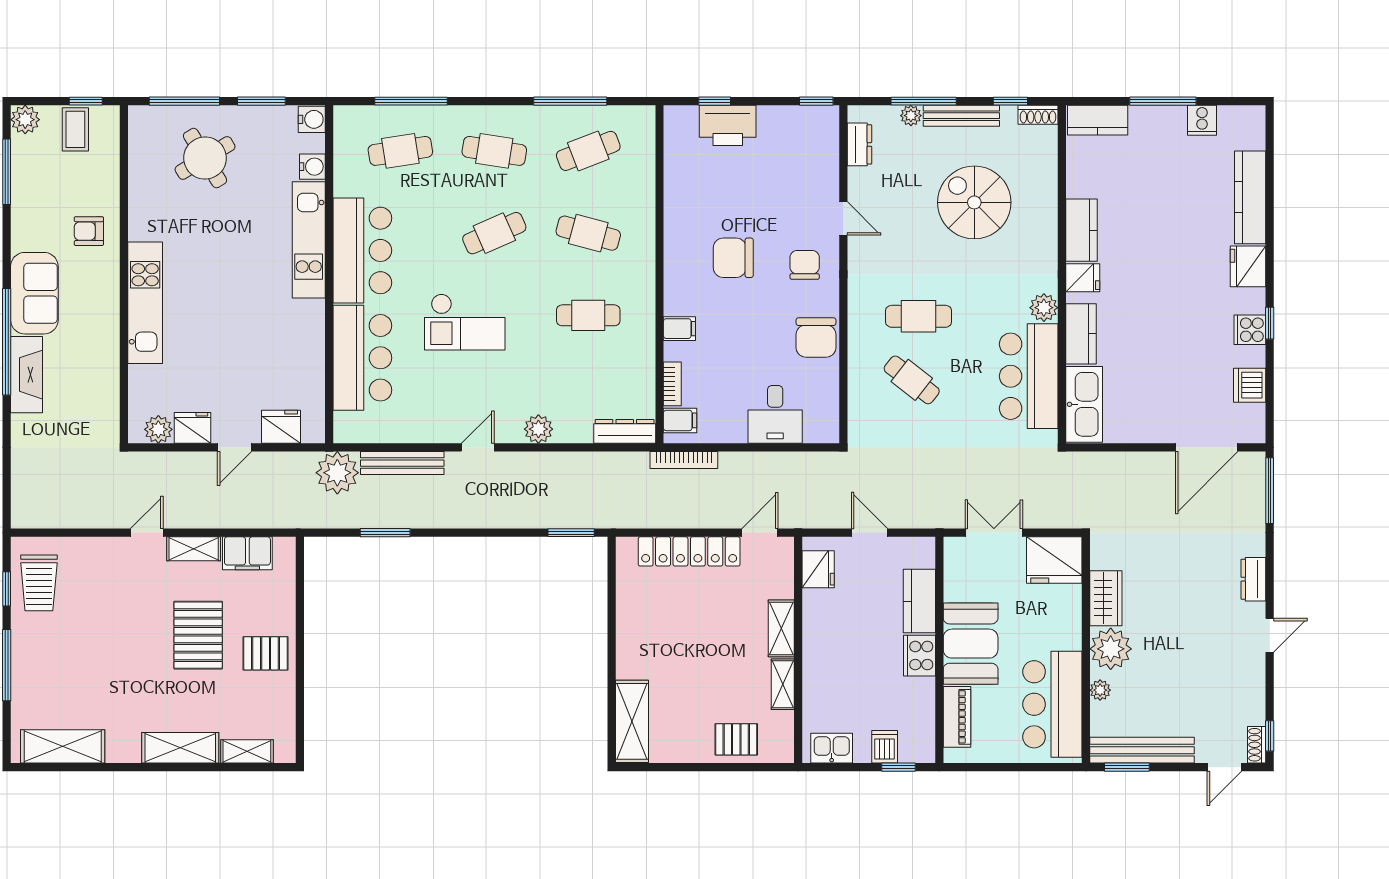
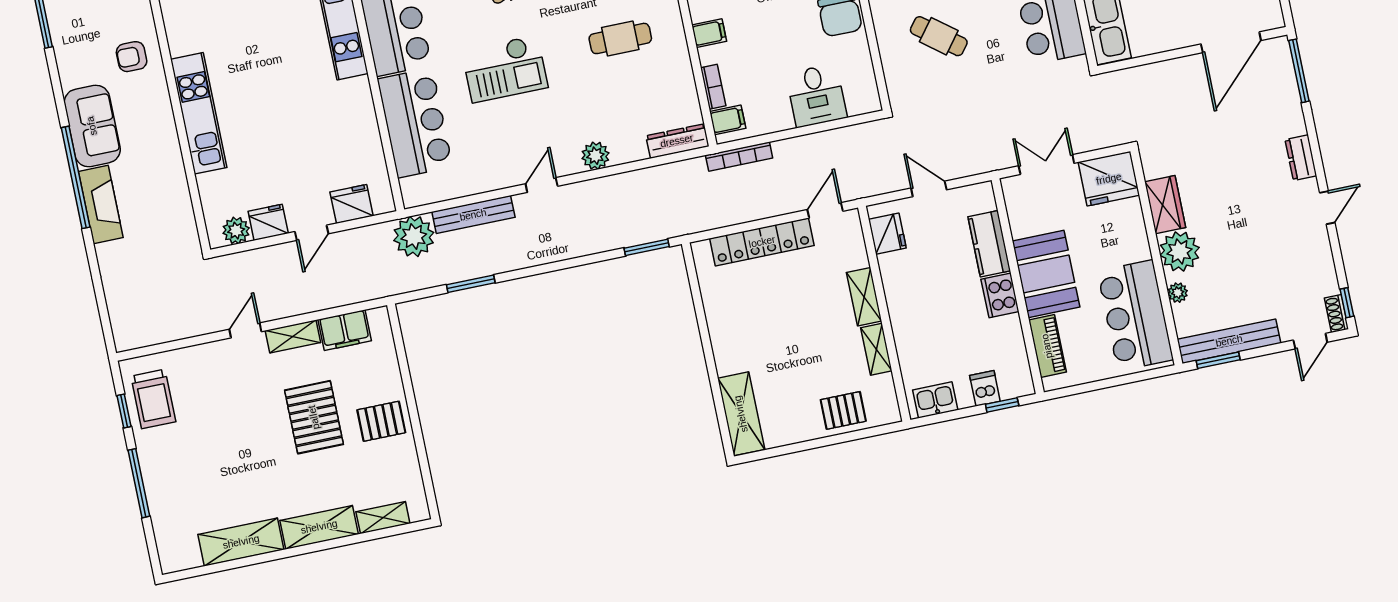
shelving: (63, 746) -> (241, 542), moved

